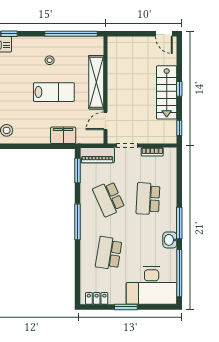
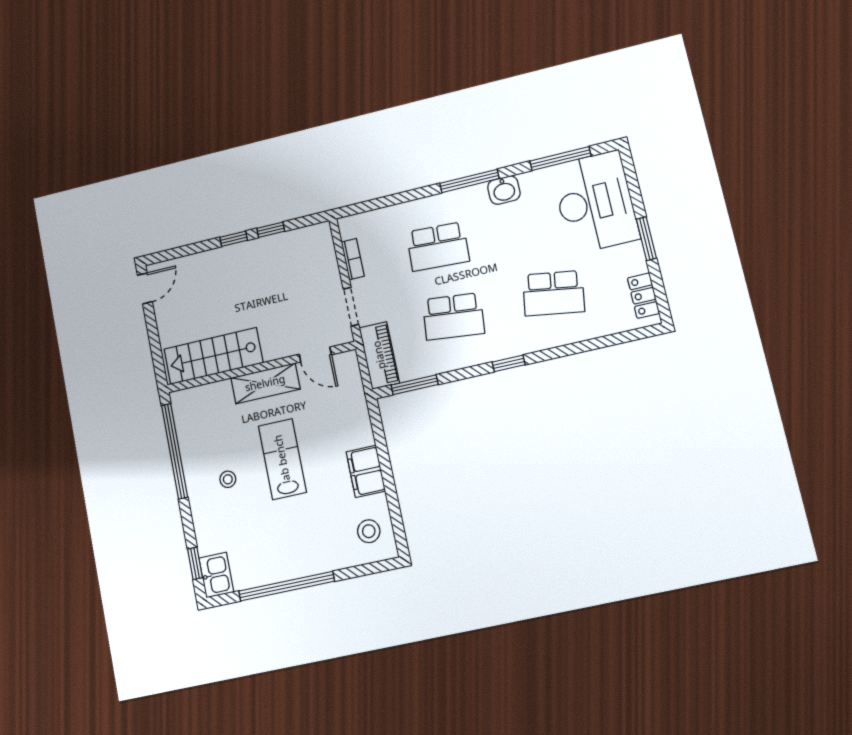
shelving: (96, 82) -> (265, 383), width x0.68
stairs: (167, 92) -> (213, 356), moved, turned 180
window: (179, 128) -> (271, 230), moved
filing cabinet: (63, 135) -> (366, 471), moved
school desk: (109, 199) -> (453, 316), turned 30
window: (77, 222) -> (509, 363), width x0.46
window: (179, 273) -> (560, 159), width x0.68

